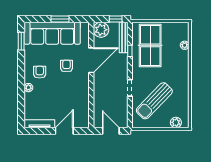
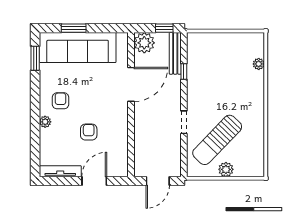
window: (60, 19) -> (74, 28), moved
table tennis table: (150, 45) -> (212, 64), removed
armchair: (66, 66) -> (89, 132), moved
plant: (176, 122) -> (226, 169), moved
door: (111, 131) -> (158, 181), swing flipped

